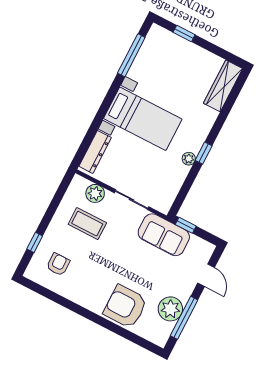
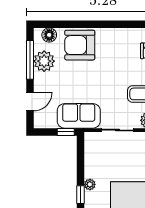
door: (206, 275) -> (30, 101), swing flipped
armchair: (125, 307) -> (80, 45), turned 180
floor lamp: (151, 333) -> (49, 35), added

